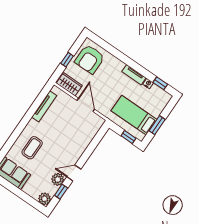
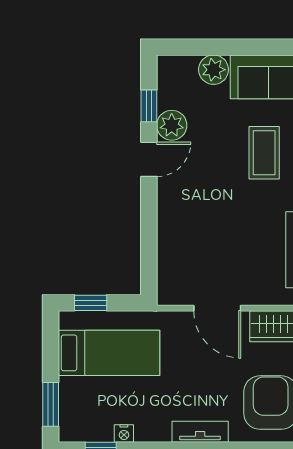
tv unit: (134, 75) -> (200, 432), moved
window: (157, 125) -> (51, 404), moved
plant: (45, 199) -> (214, 70), moved

